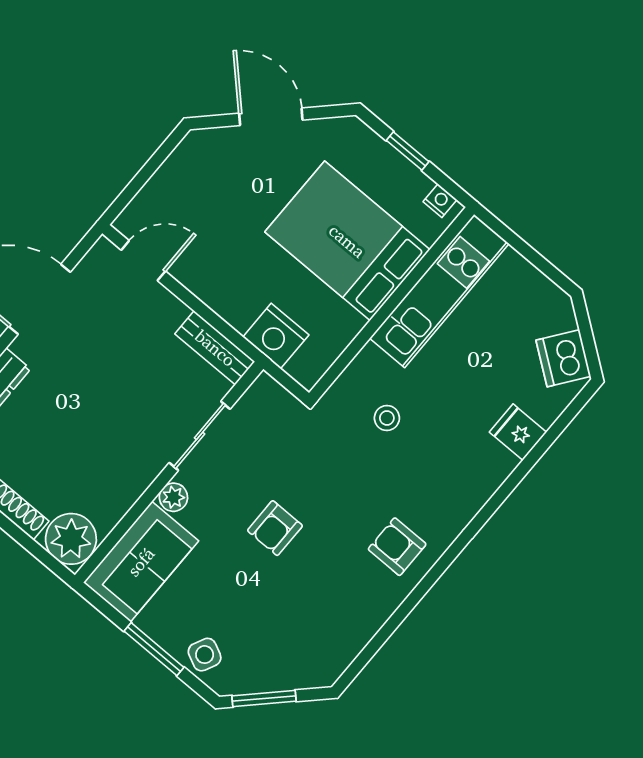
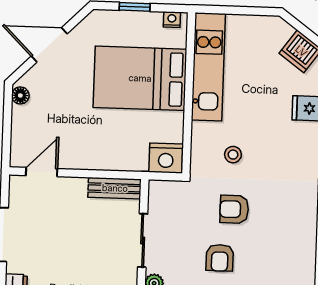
floor lamp: (189, 150) -> (20, 95), added
nightstand: (276, 336) -> (166, 158), moved
armchair: (397, 547) -> (234, 209), moved

